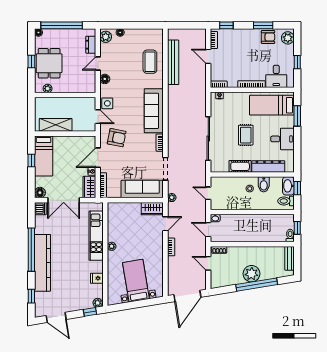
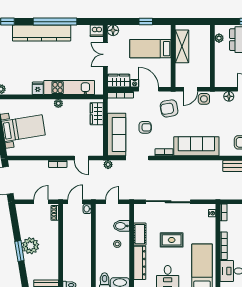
armchair: (117, 138) -> (169, 108), turned 69
bed: (44, 156) -> (150, 49), moved
armchair: (135, 161) -> (145, 127), added
bidet: (264, 184) -> (122, 226), moved
double door: (64, 200) -> (105, 54), width x0.73
wardrobe: (152, 209) -> (97, 114), moved
fridge: (97, 278) -> (38, 88), moved
window: (257, 285) -> (19, 251), width x0.47

